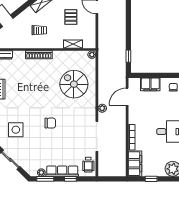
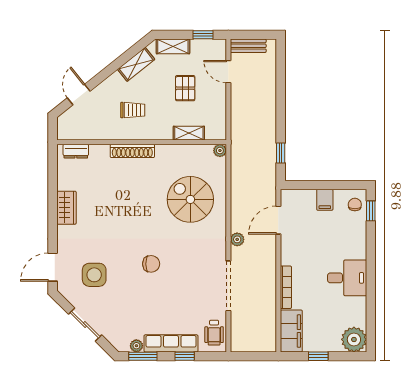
filing cabinet: (150, 84) -> (325, 200), width x0.50

